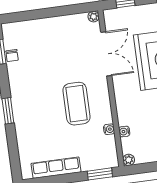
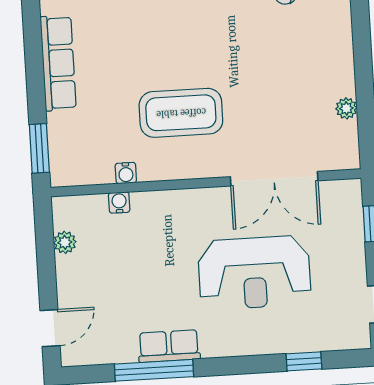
plant: (94, 17) -> (346, 108), moved
plant: (129, 160) -> (65, 242), moved

